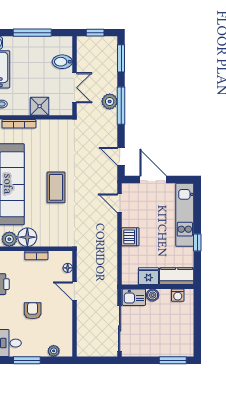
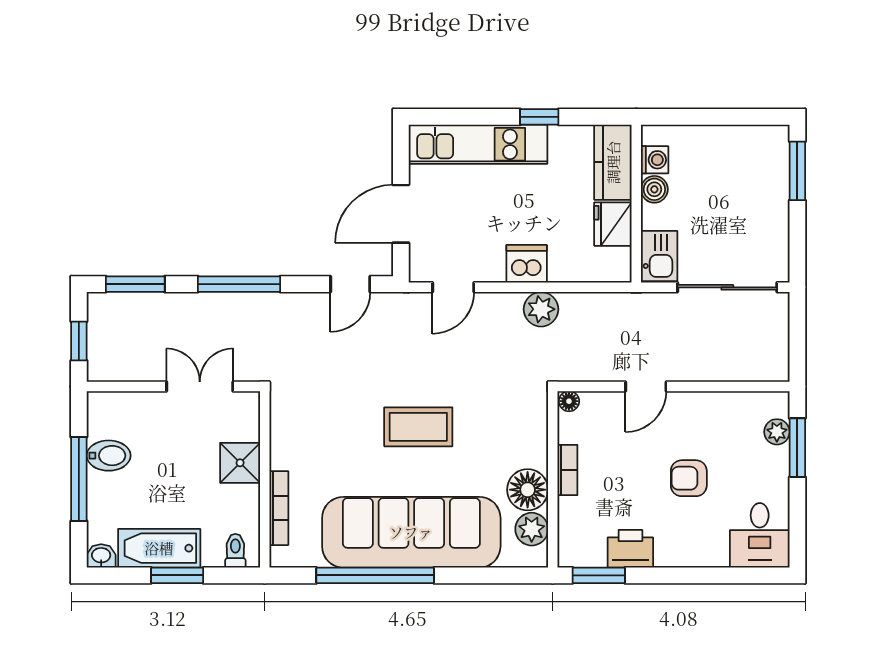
bidet: (62, 62) -> (109, 456), moved, turned -90
plant: (110, 101) -> (541, 309), moved
floor lamp: (68, 268) -> (569, 401), moved
boiler: (153, 295) -> (654, 189), moved
window: (27, 360) -> (797, 448), moved

